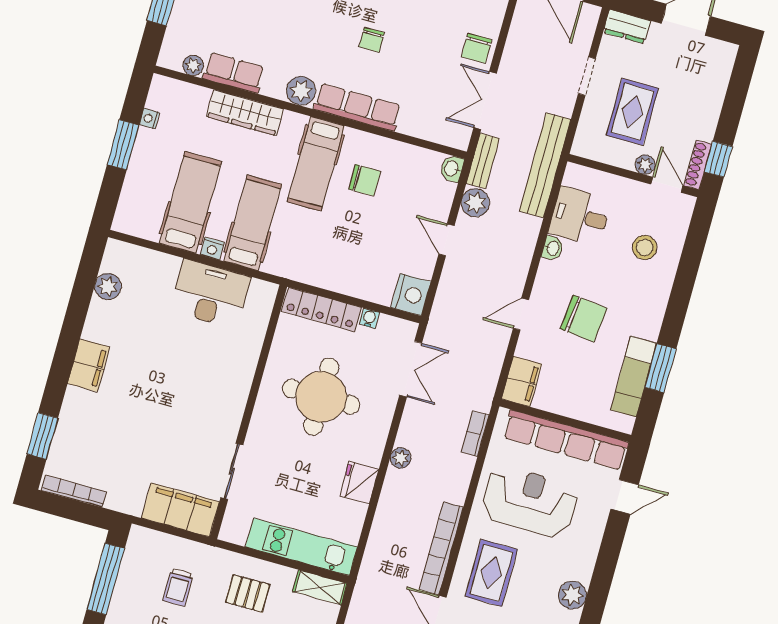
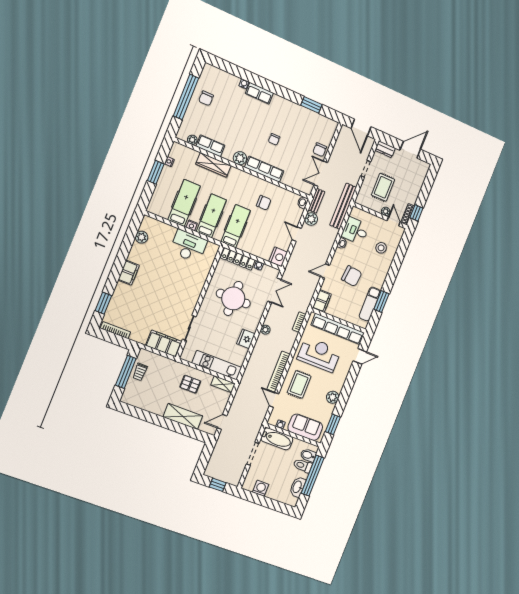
hospital bed: (316, 164) -> (236, 226), moved, turned 180
trolley: (178, 587) -> (140, 372), moved

